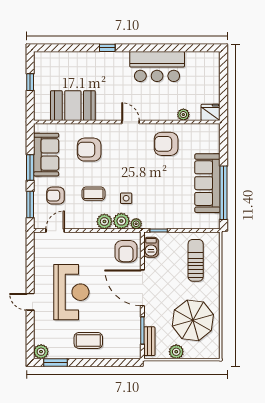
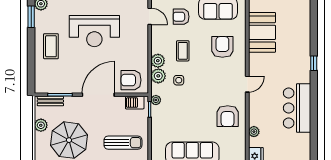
armchair: (166, 144) -> (228, 116), turned 180
armchair: (55, 196) -> (181, 17), turned -90
plant: (136, 224) -> (156, 100), moved

